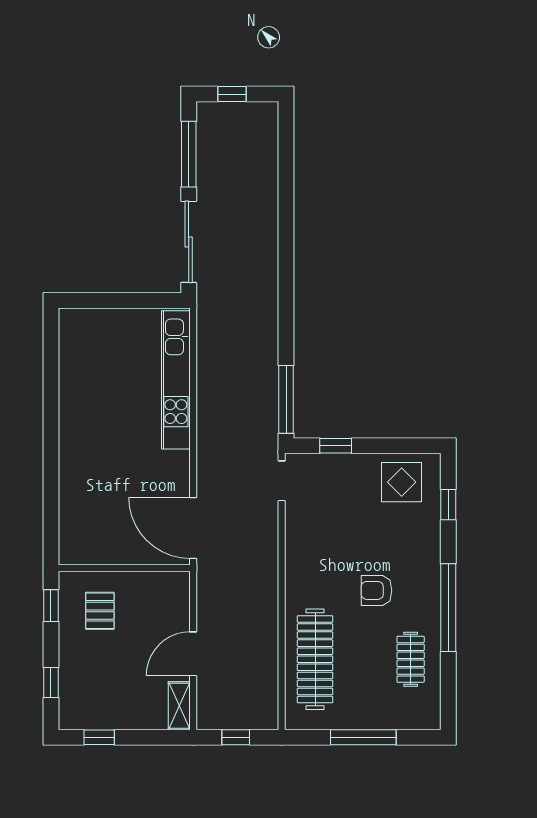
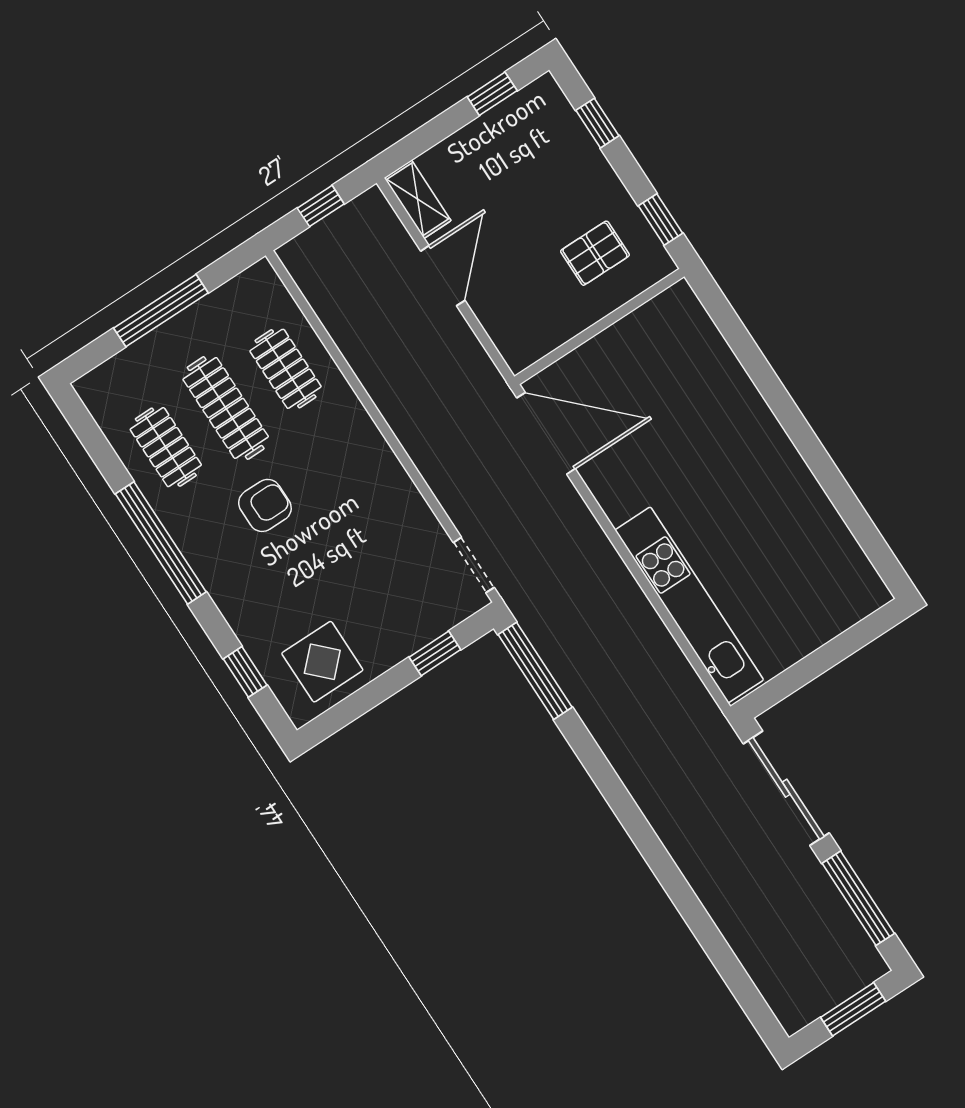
window: (232, 94) -> (853, 1009), width x1.50
pallet: (100, 611) -> (595, 253), turned 90
clothes rail: (315, 659) -> (286, 369), width x0.54, depth x0.76
clothes rail: (363, 659) -> (226, 408), added

